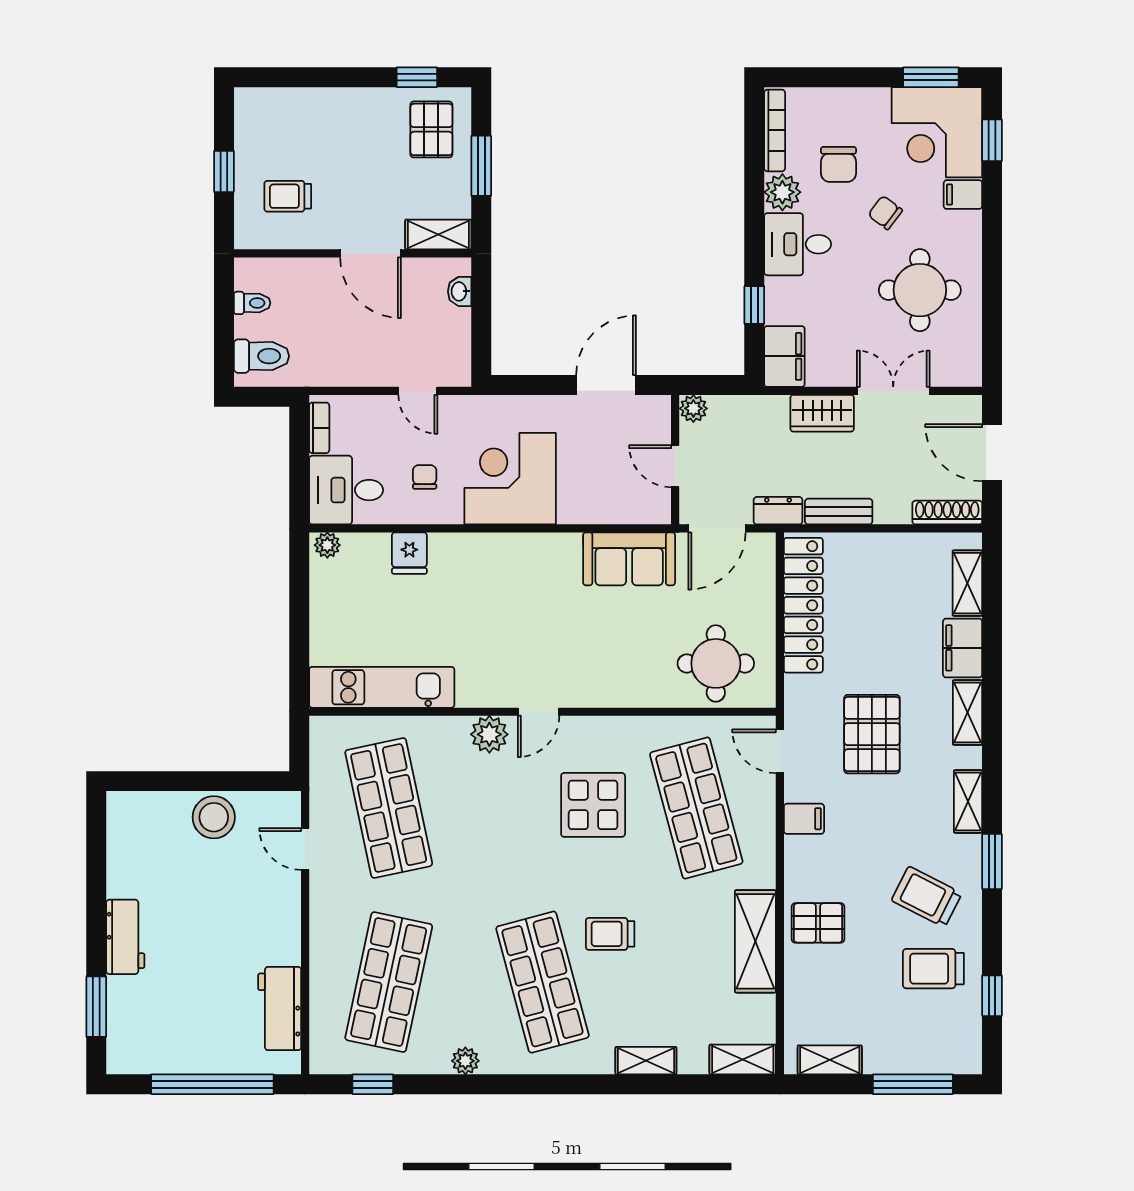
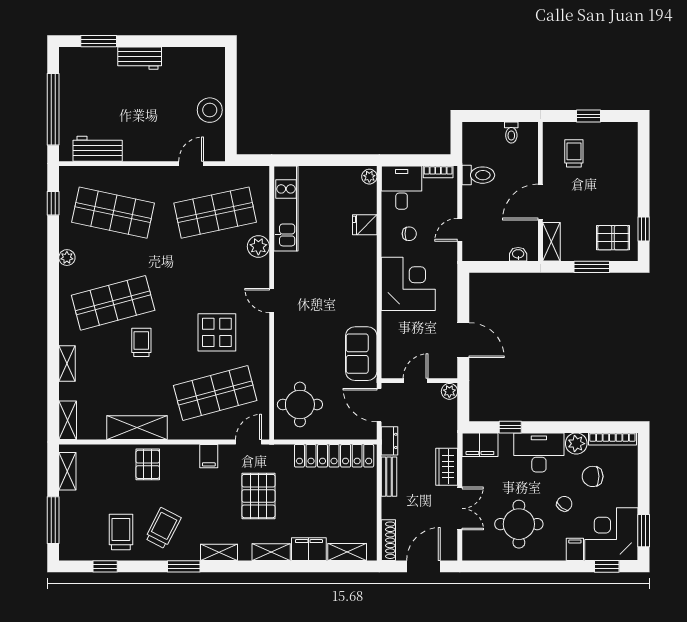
desk: (798, 244) -> (539, 452), width x1.37
toilet: (261, 356) -> (478, 175), moved, turned -90
plant: (489, 734) -> (258, 246), moved
pallet: (872, 734) -> (258, 496), turned 90

